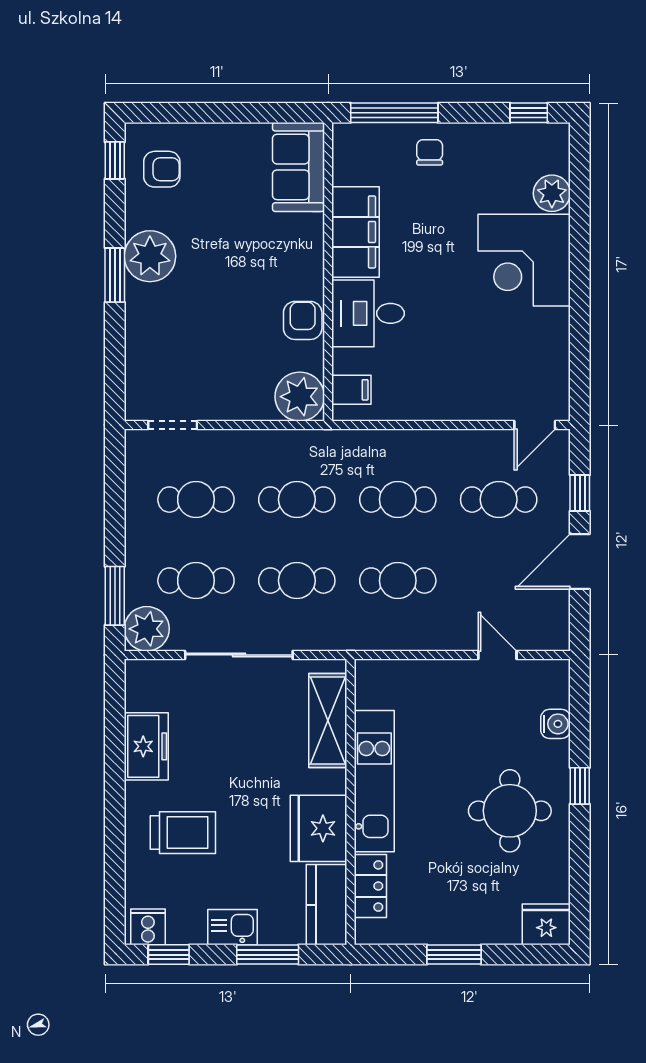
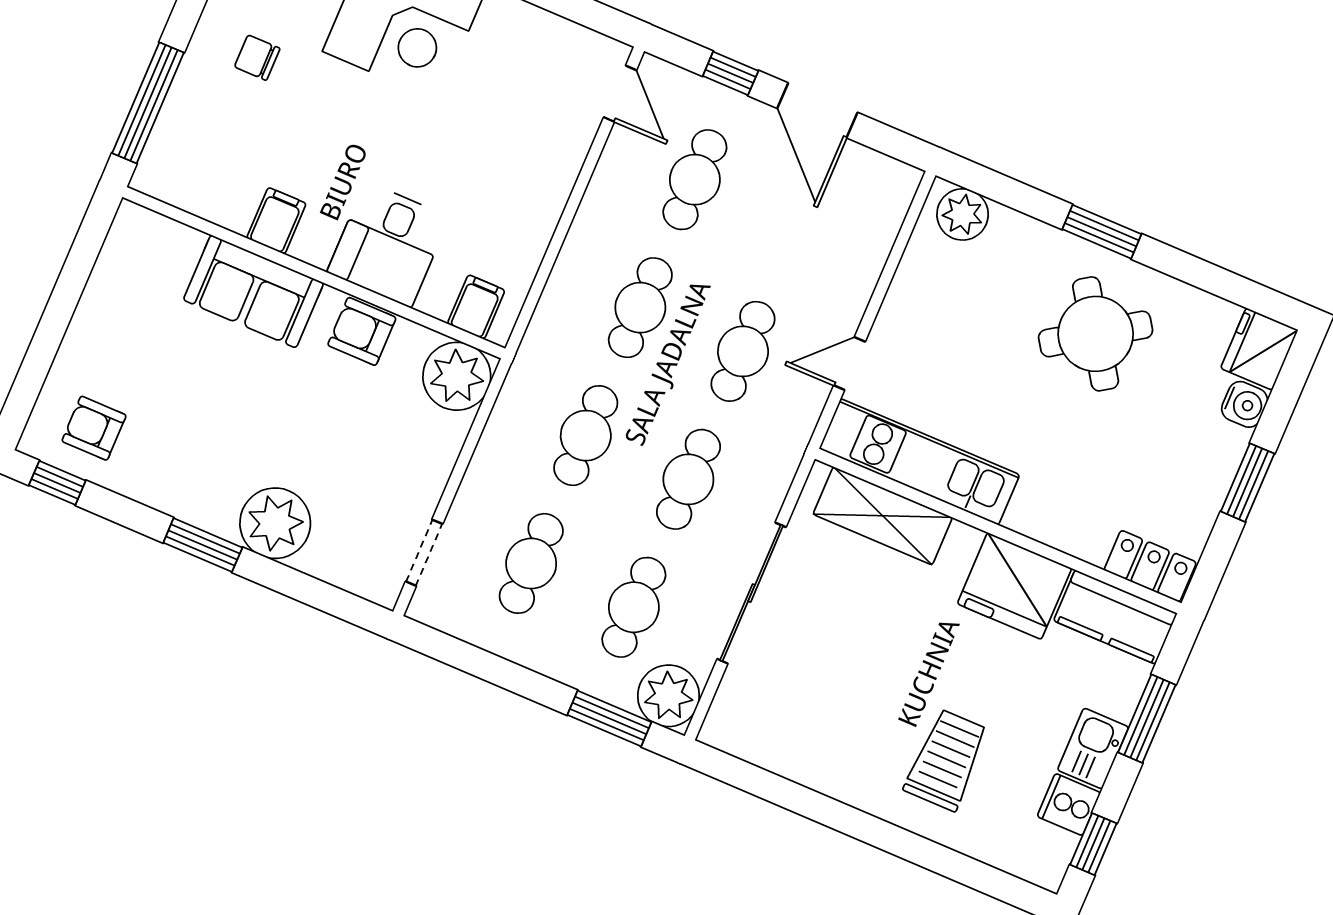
chair: (430, 152) -> (257, 58), moved
sofa: (298, 167) -> (253, 291), moved
armchair: (162, 169) -> (94, 428), turned -90
filing cabinet: (356, 232) -> (276, 221), width x0.33, depth x0.86
plant: (150, 256) -> (275, 523), moved
door: (497, 655) -> (849, 364), moved
plant: (552, 688) -> (963, 214), added
water cooler: (556, 724) -> (1245, 404), moved, turned 90
freezer: (146, 746) -> (817, 760), removed
kitchen unit: (374, 781) -> (919, 462), moved
window: (580, 786) -> (1102, 232), width x1.50
round table: (510, 811) -> (1096, 334), turned -34
locker: (370, 886) -> (1150, 566), moved
cooker: (148, 927) -> (1069, 805), moved

